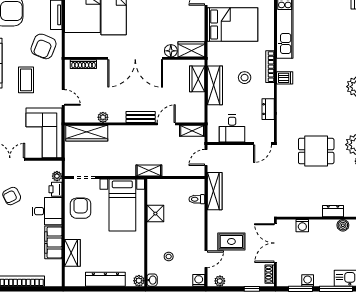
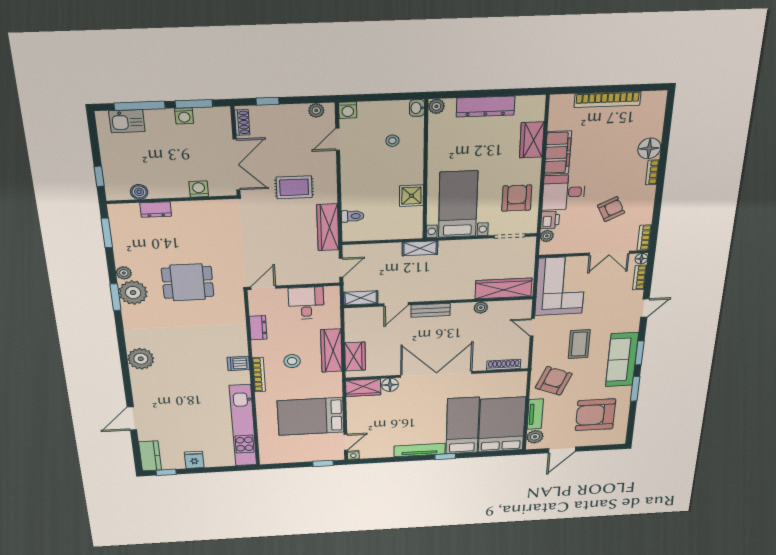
armchair: (81, 208) -> (517, 198), turned 180
rug: (231, 241) -> (294, 187), moved

